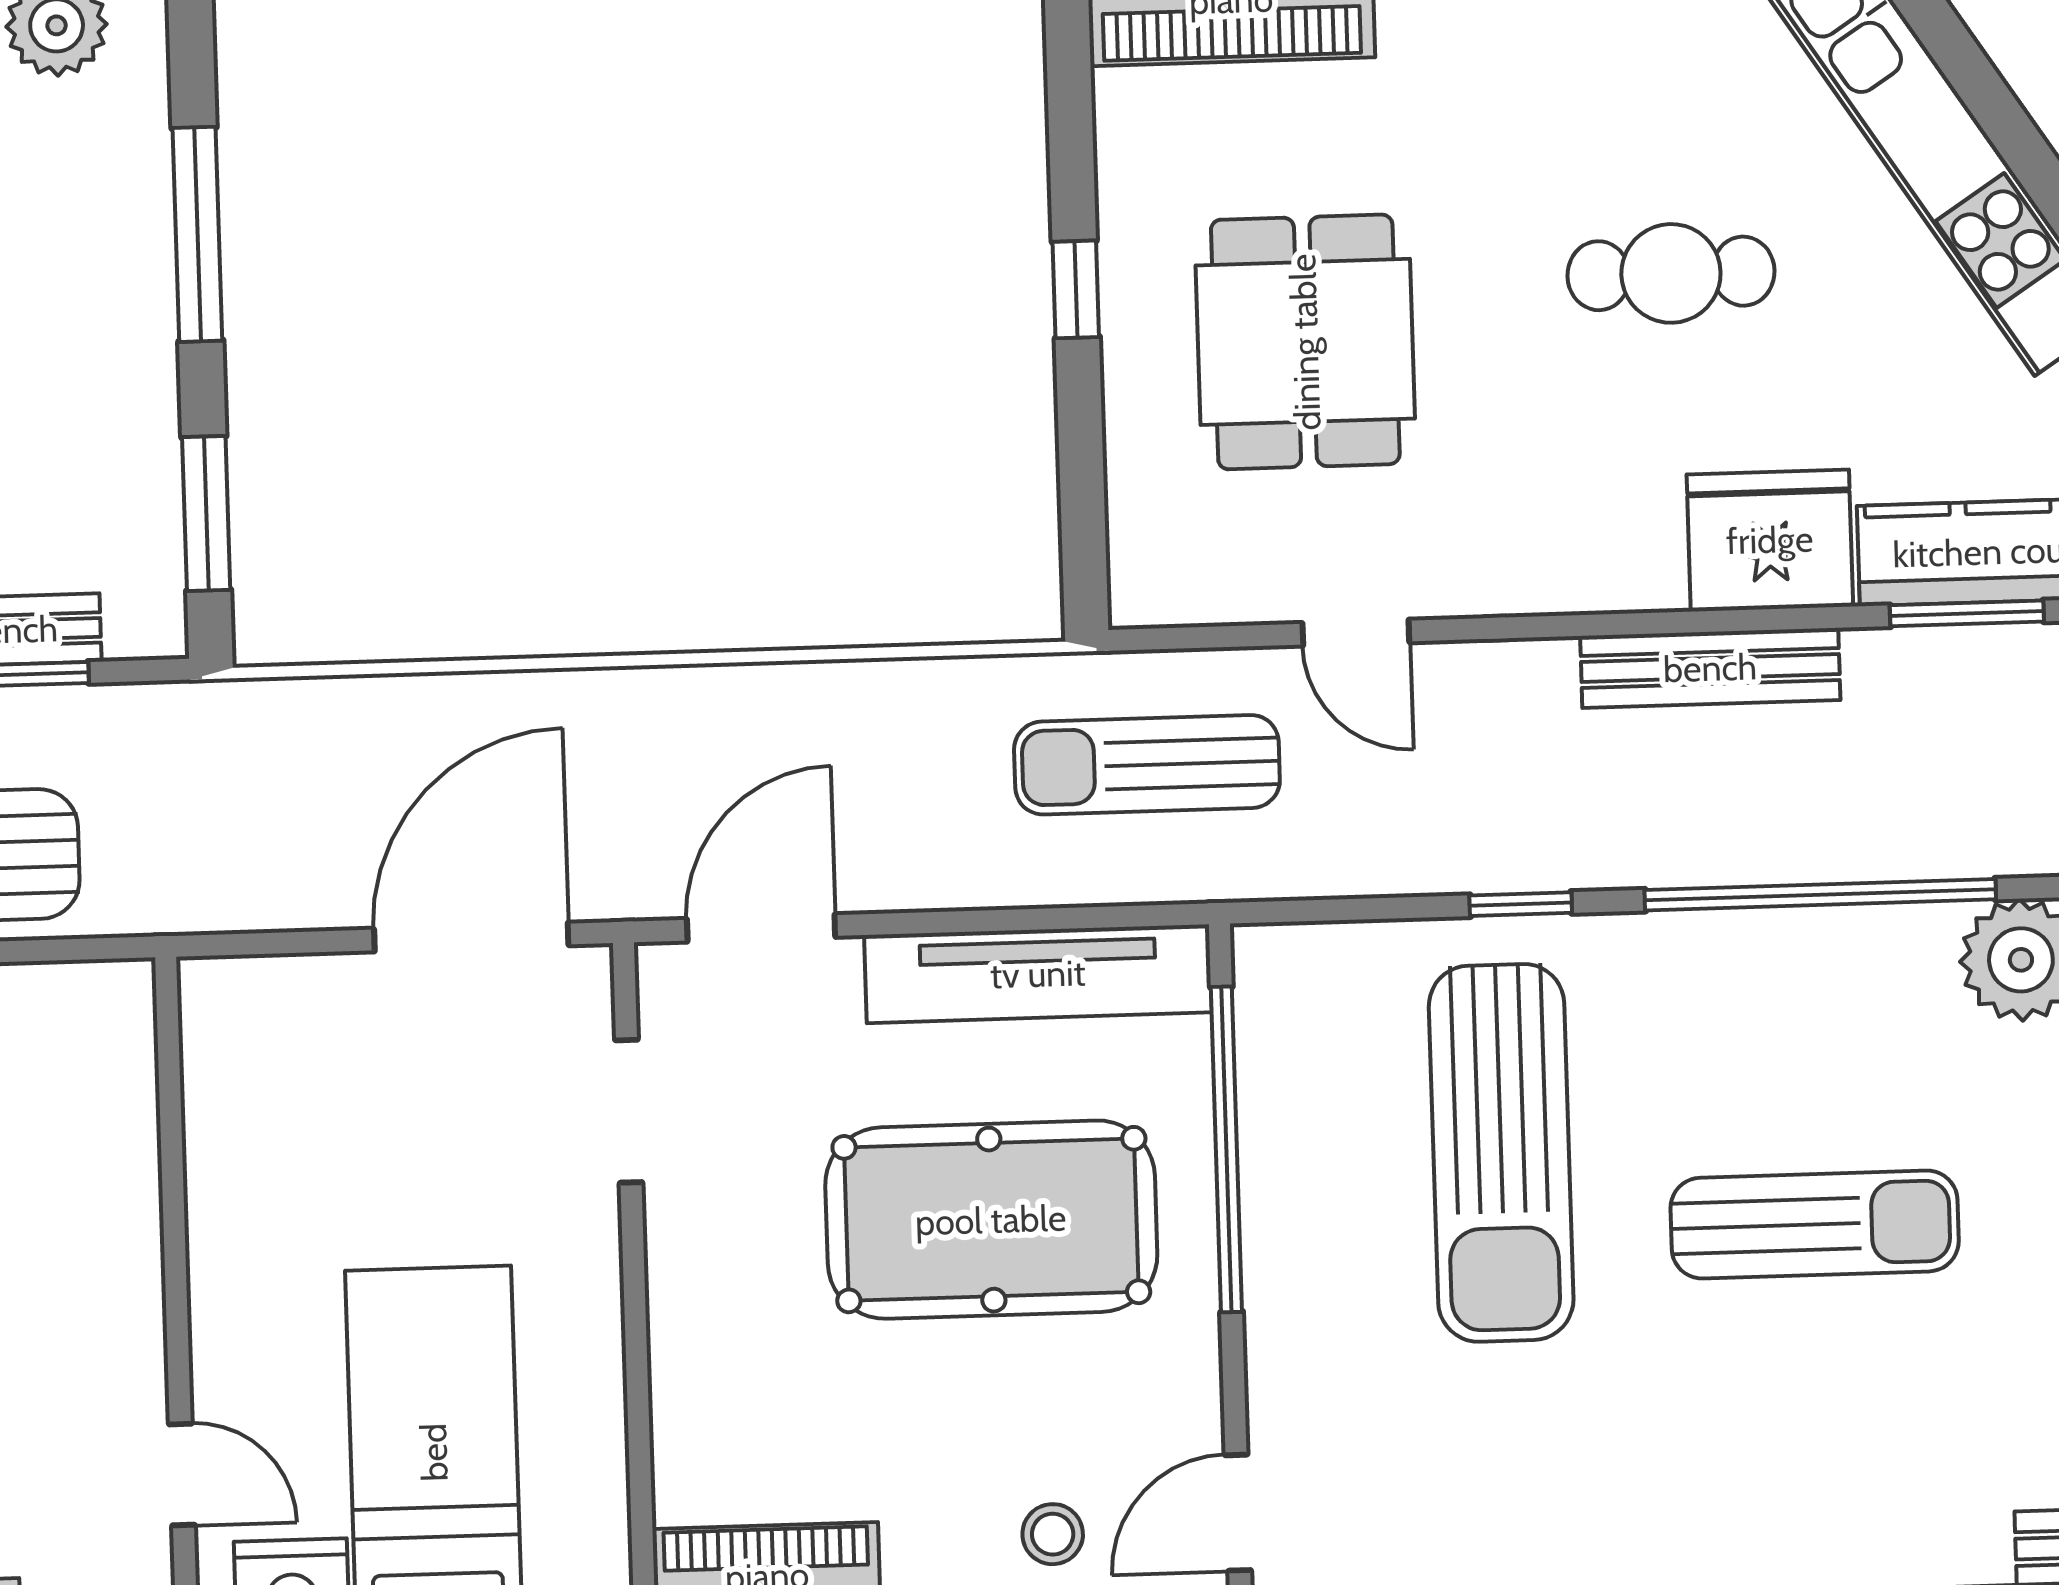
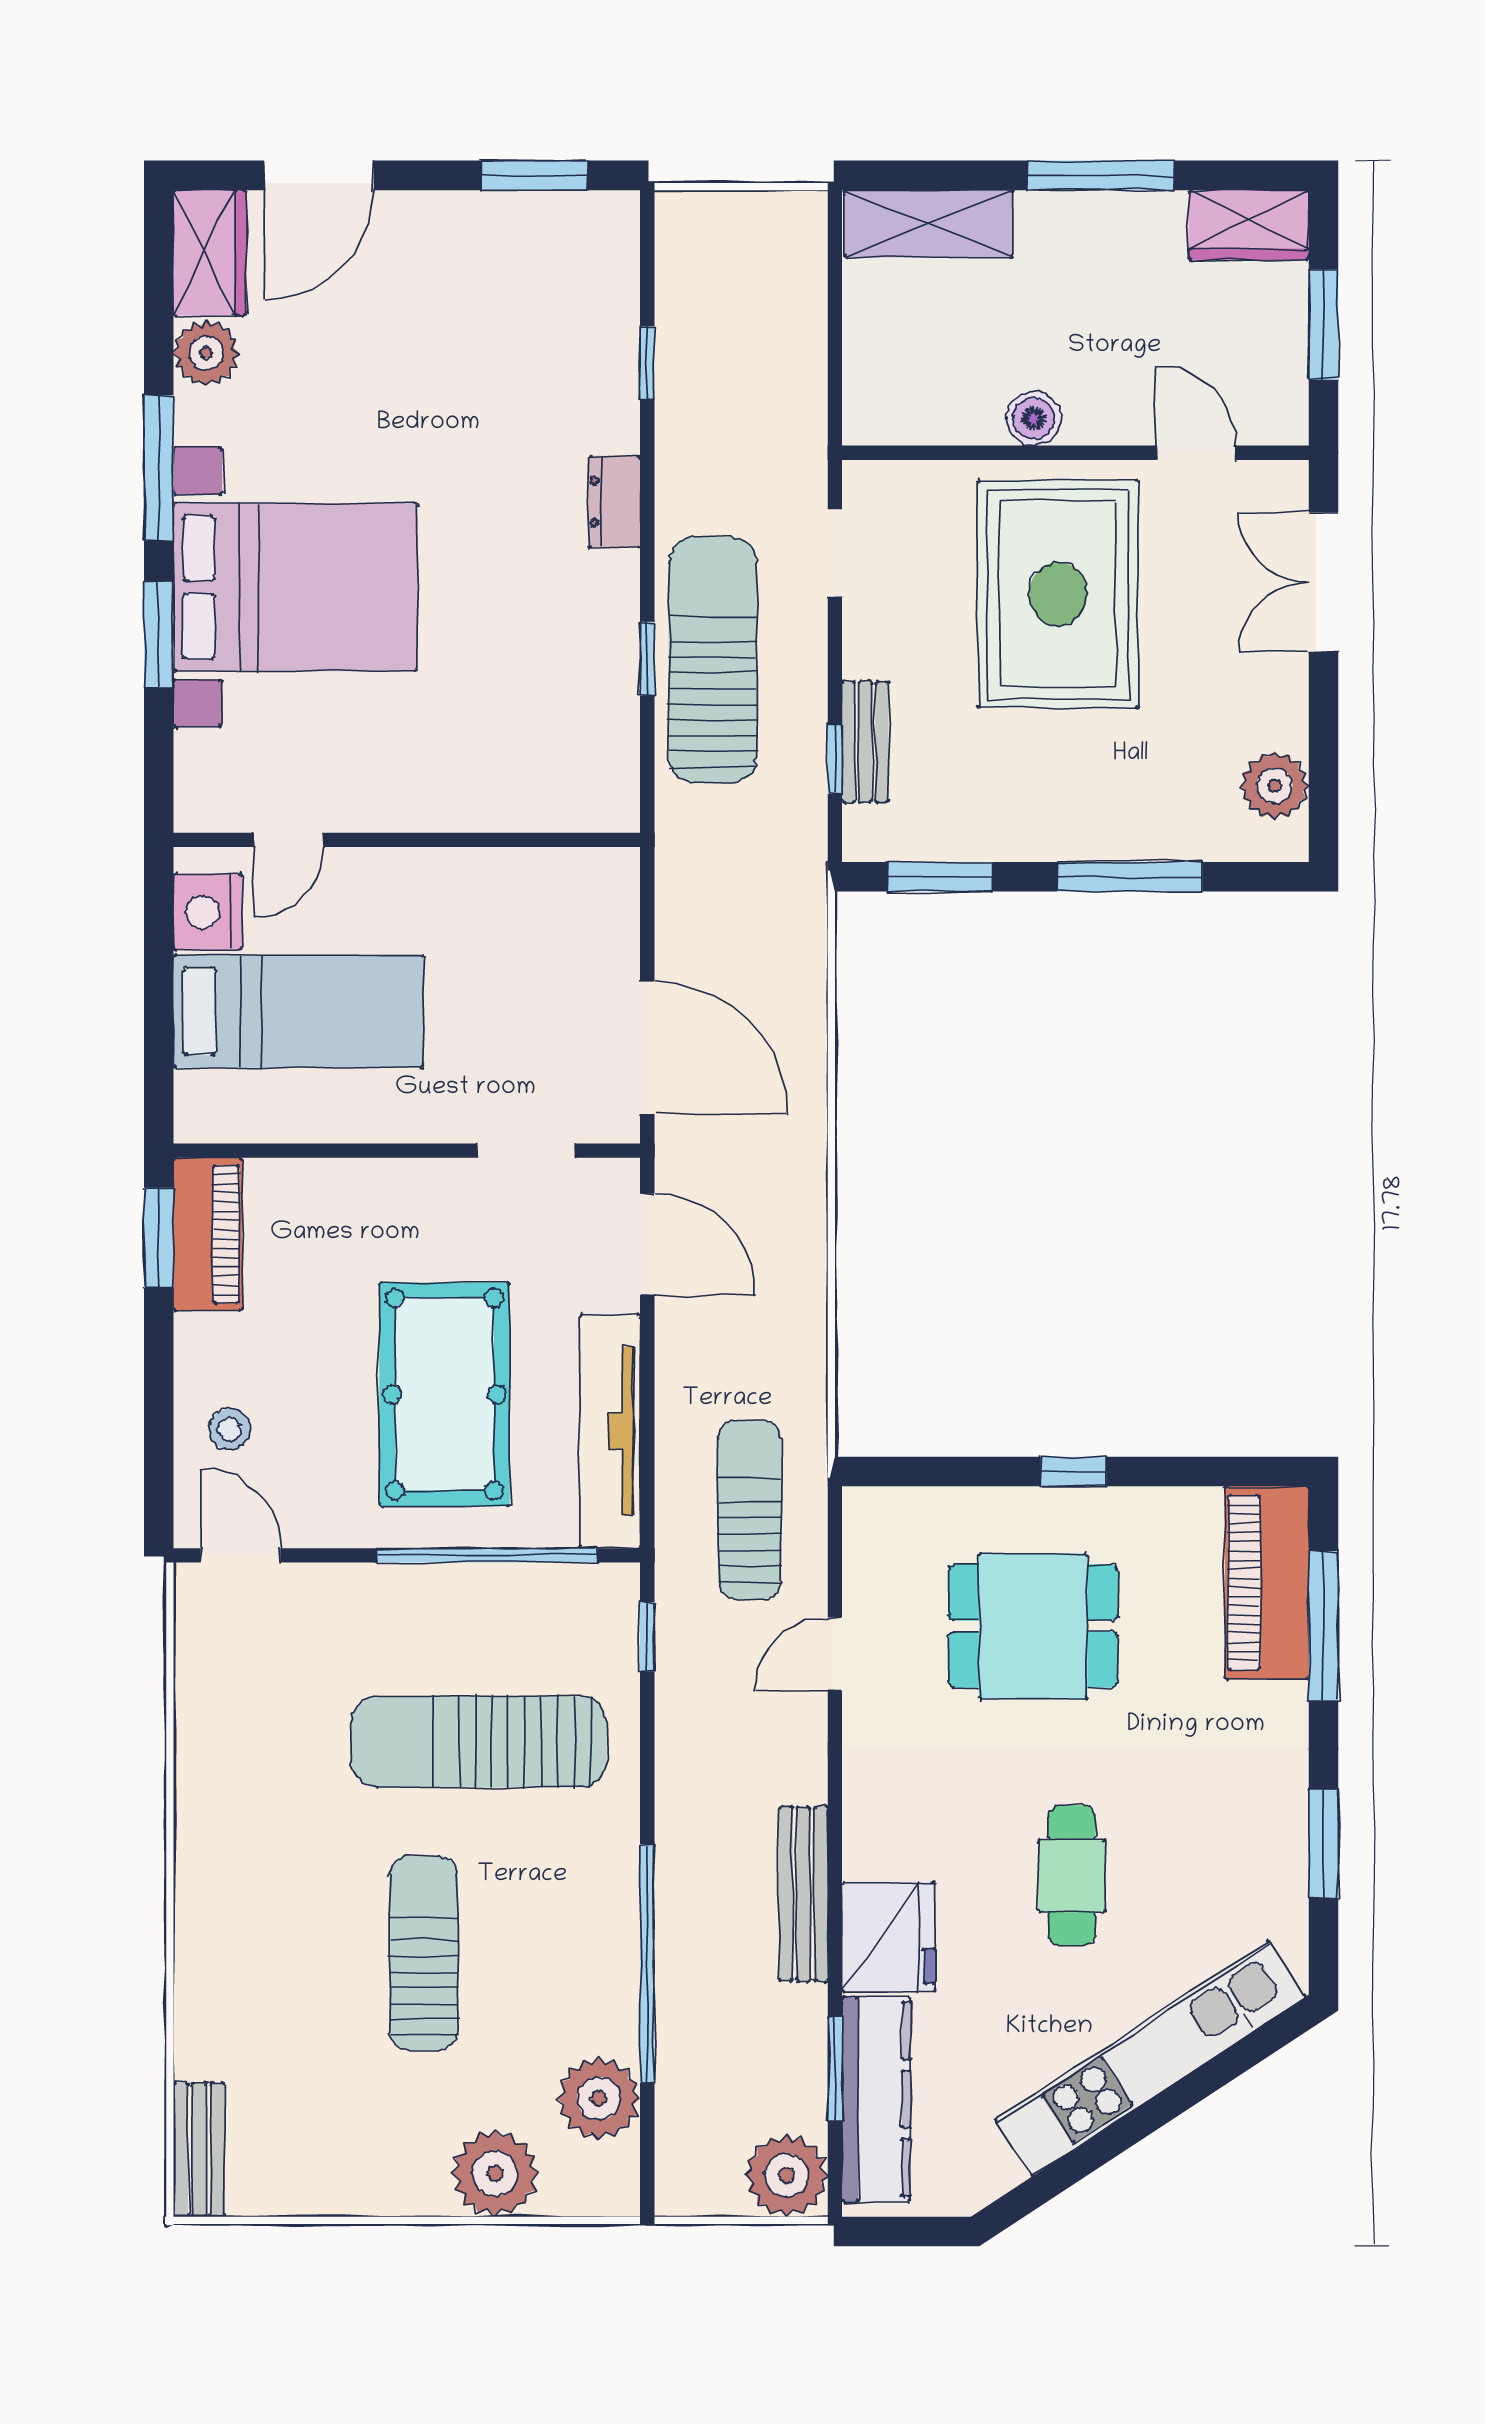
window: (1521, 904) -> (647, 1637), moved
sun lounger: (1815, 1225) -> (424, 1953), turned 180

